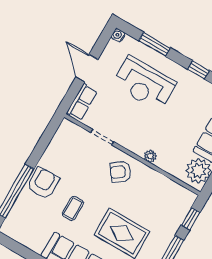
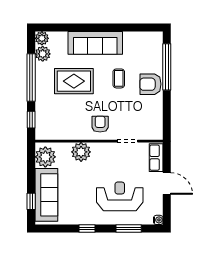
plant: (150, 156) -> (81, 152), width x1.87, depth x1.87
armchair: (121, 172) -> (100, 124), turned -54
armchair: (43, 183) -> (150, 84), turned 91

